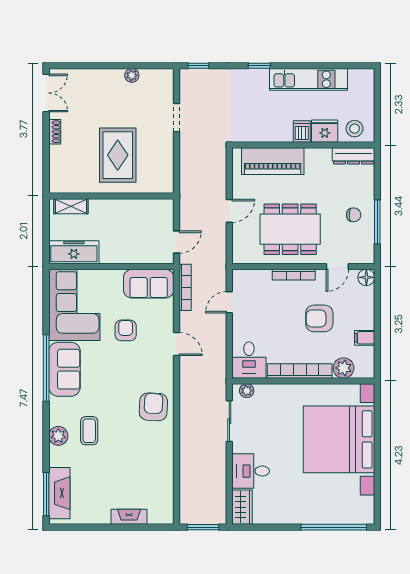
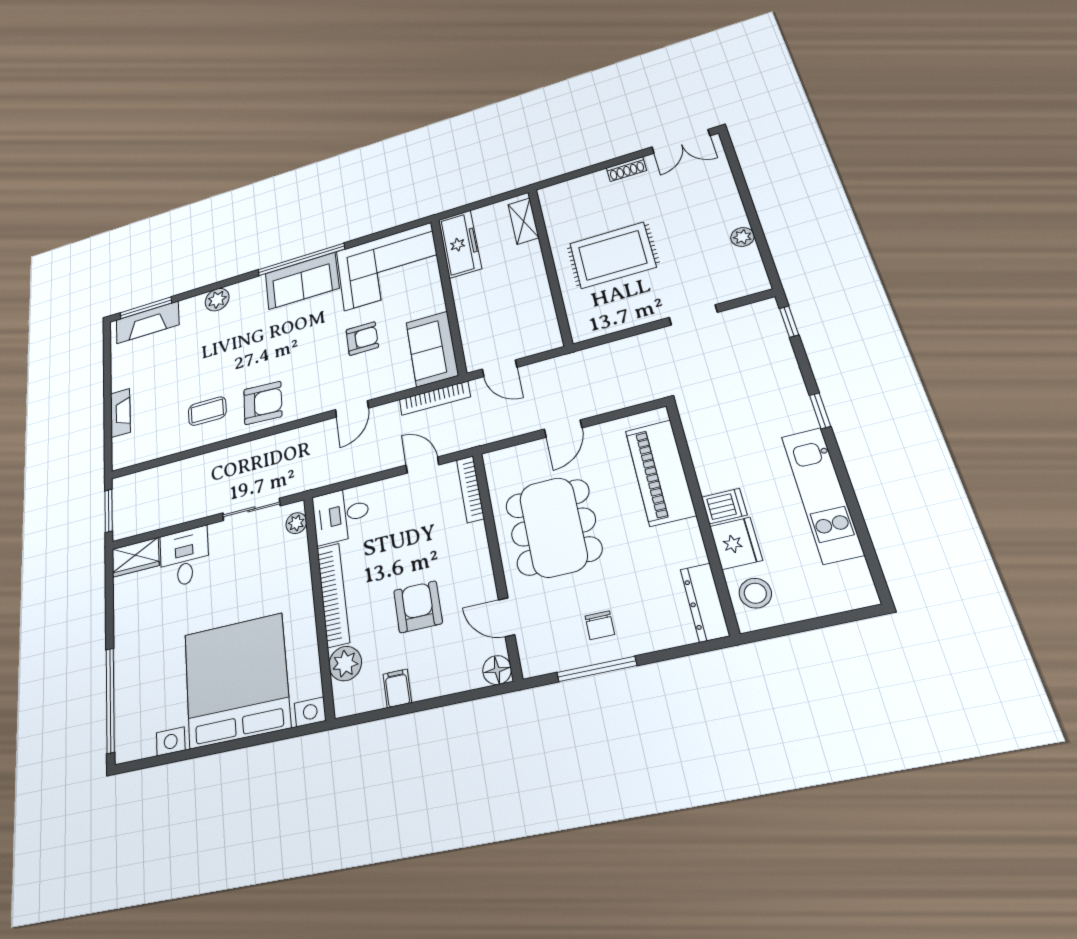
door: (229, 211) -> (563, 429), hinge flipped
bookcase: (294, 275) -> (470, 489), moved
coffee table: (89, 431) -> (207, 411), moved

